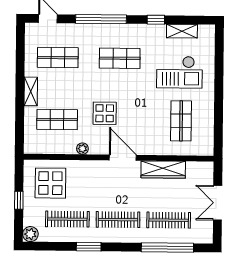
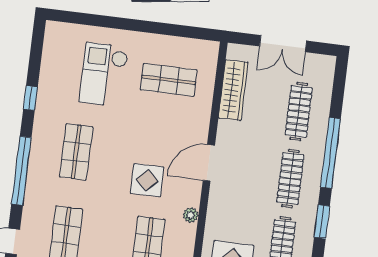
shelving: (182, 31) -> (50, 65), removed
checkout: (179, 72) -> (104, 75), turned 180
wardrobe: (163, 170) -> (233, 90), moved
window: (167, 247) -> (330, 153), moved

